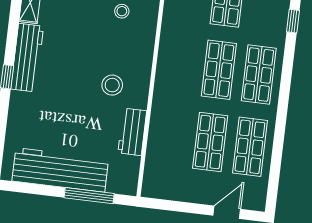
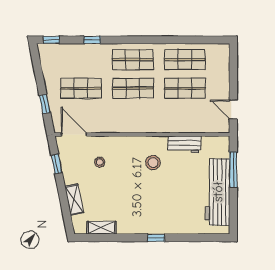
workbench: (27, 58) -> (141, 225), removed
door: (227, 212) -> (233, 110), moved

